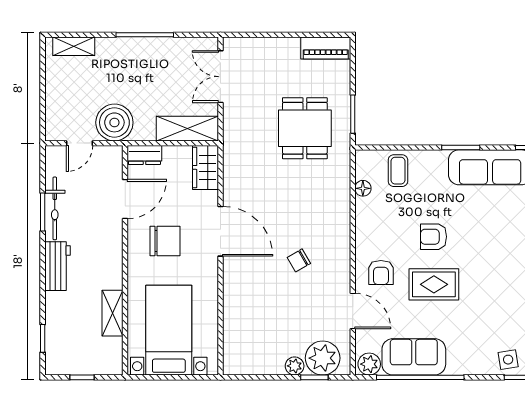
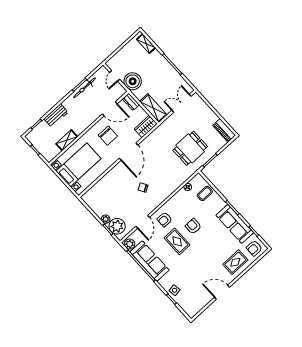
door: (80, 143) -> (115, 76), hinge flipped
workbench: (57, 266) -> (56, 116), moved
sofa: (414, 357) -> (150, 261), width x1.36

